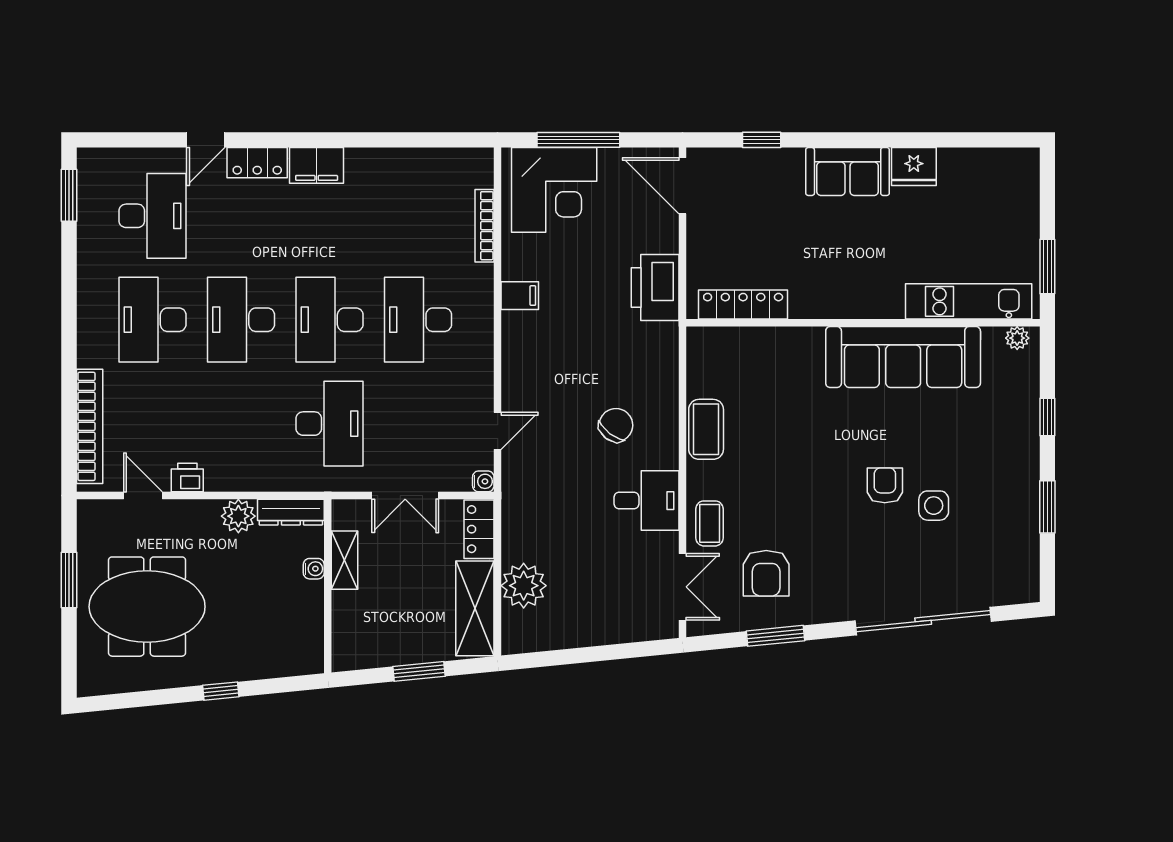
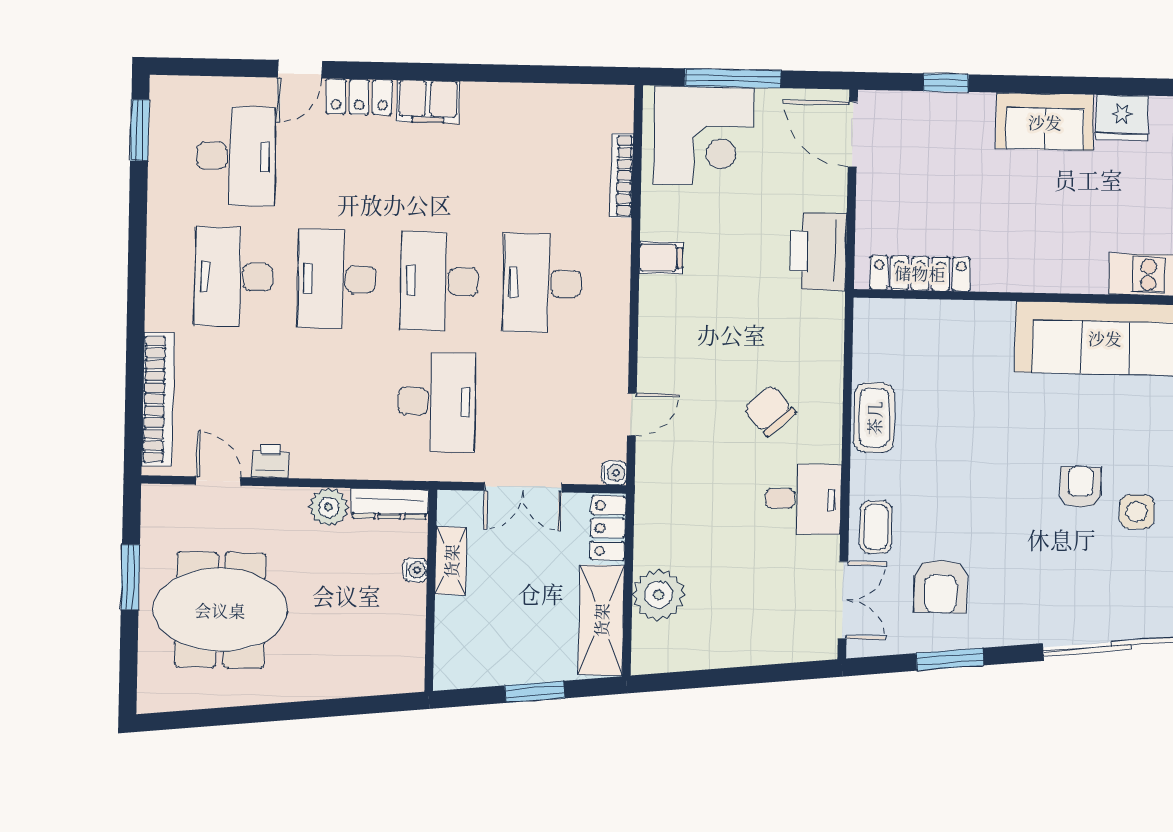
chair: (616, 425) -> (770, 411), turned -79
window: (221, 691) -> (304, 710), removed

